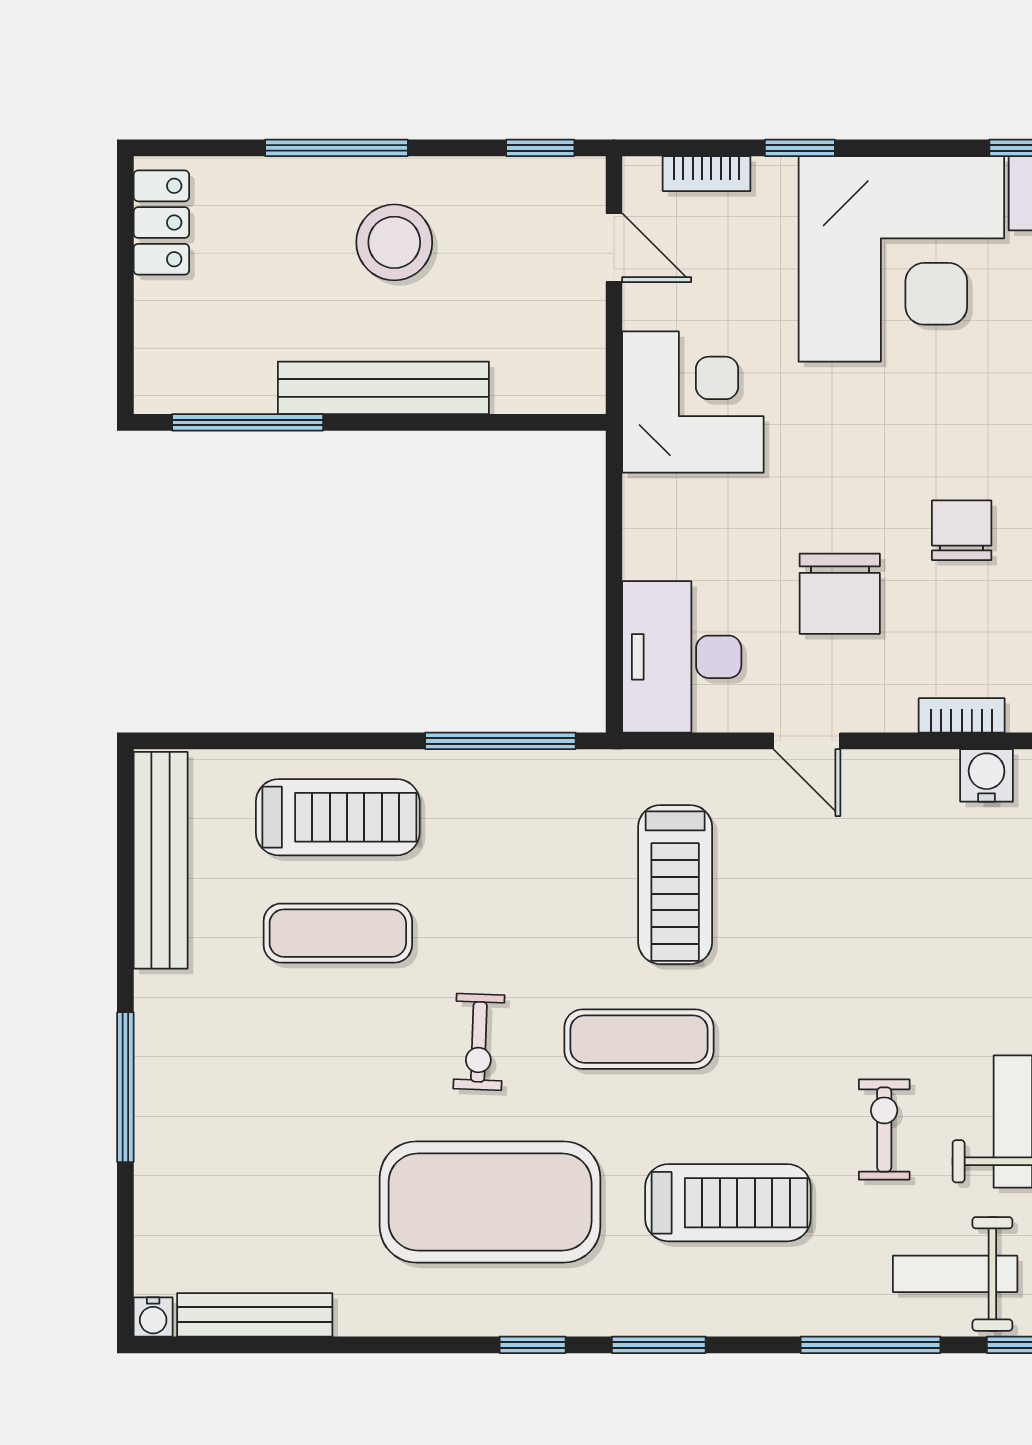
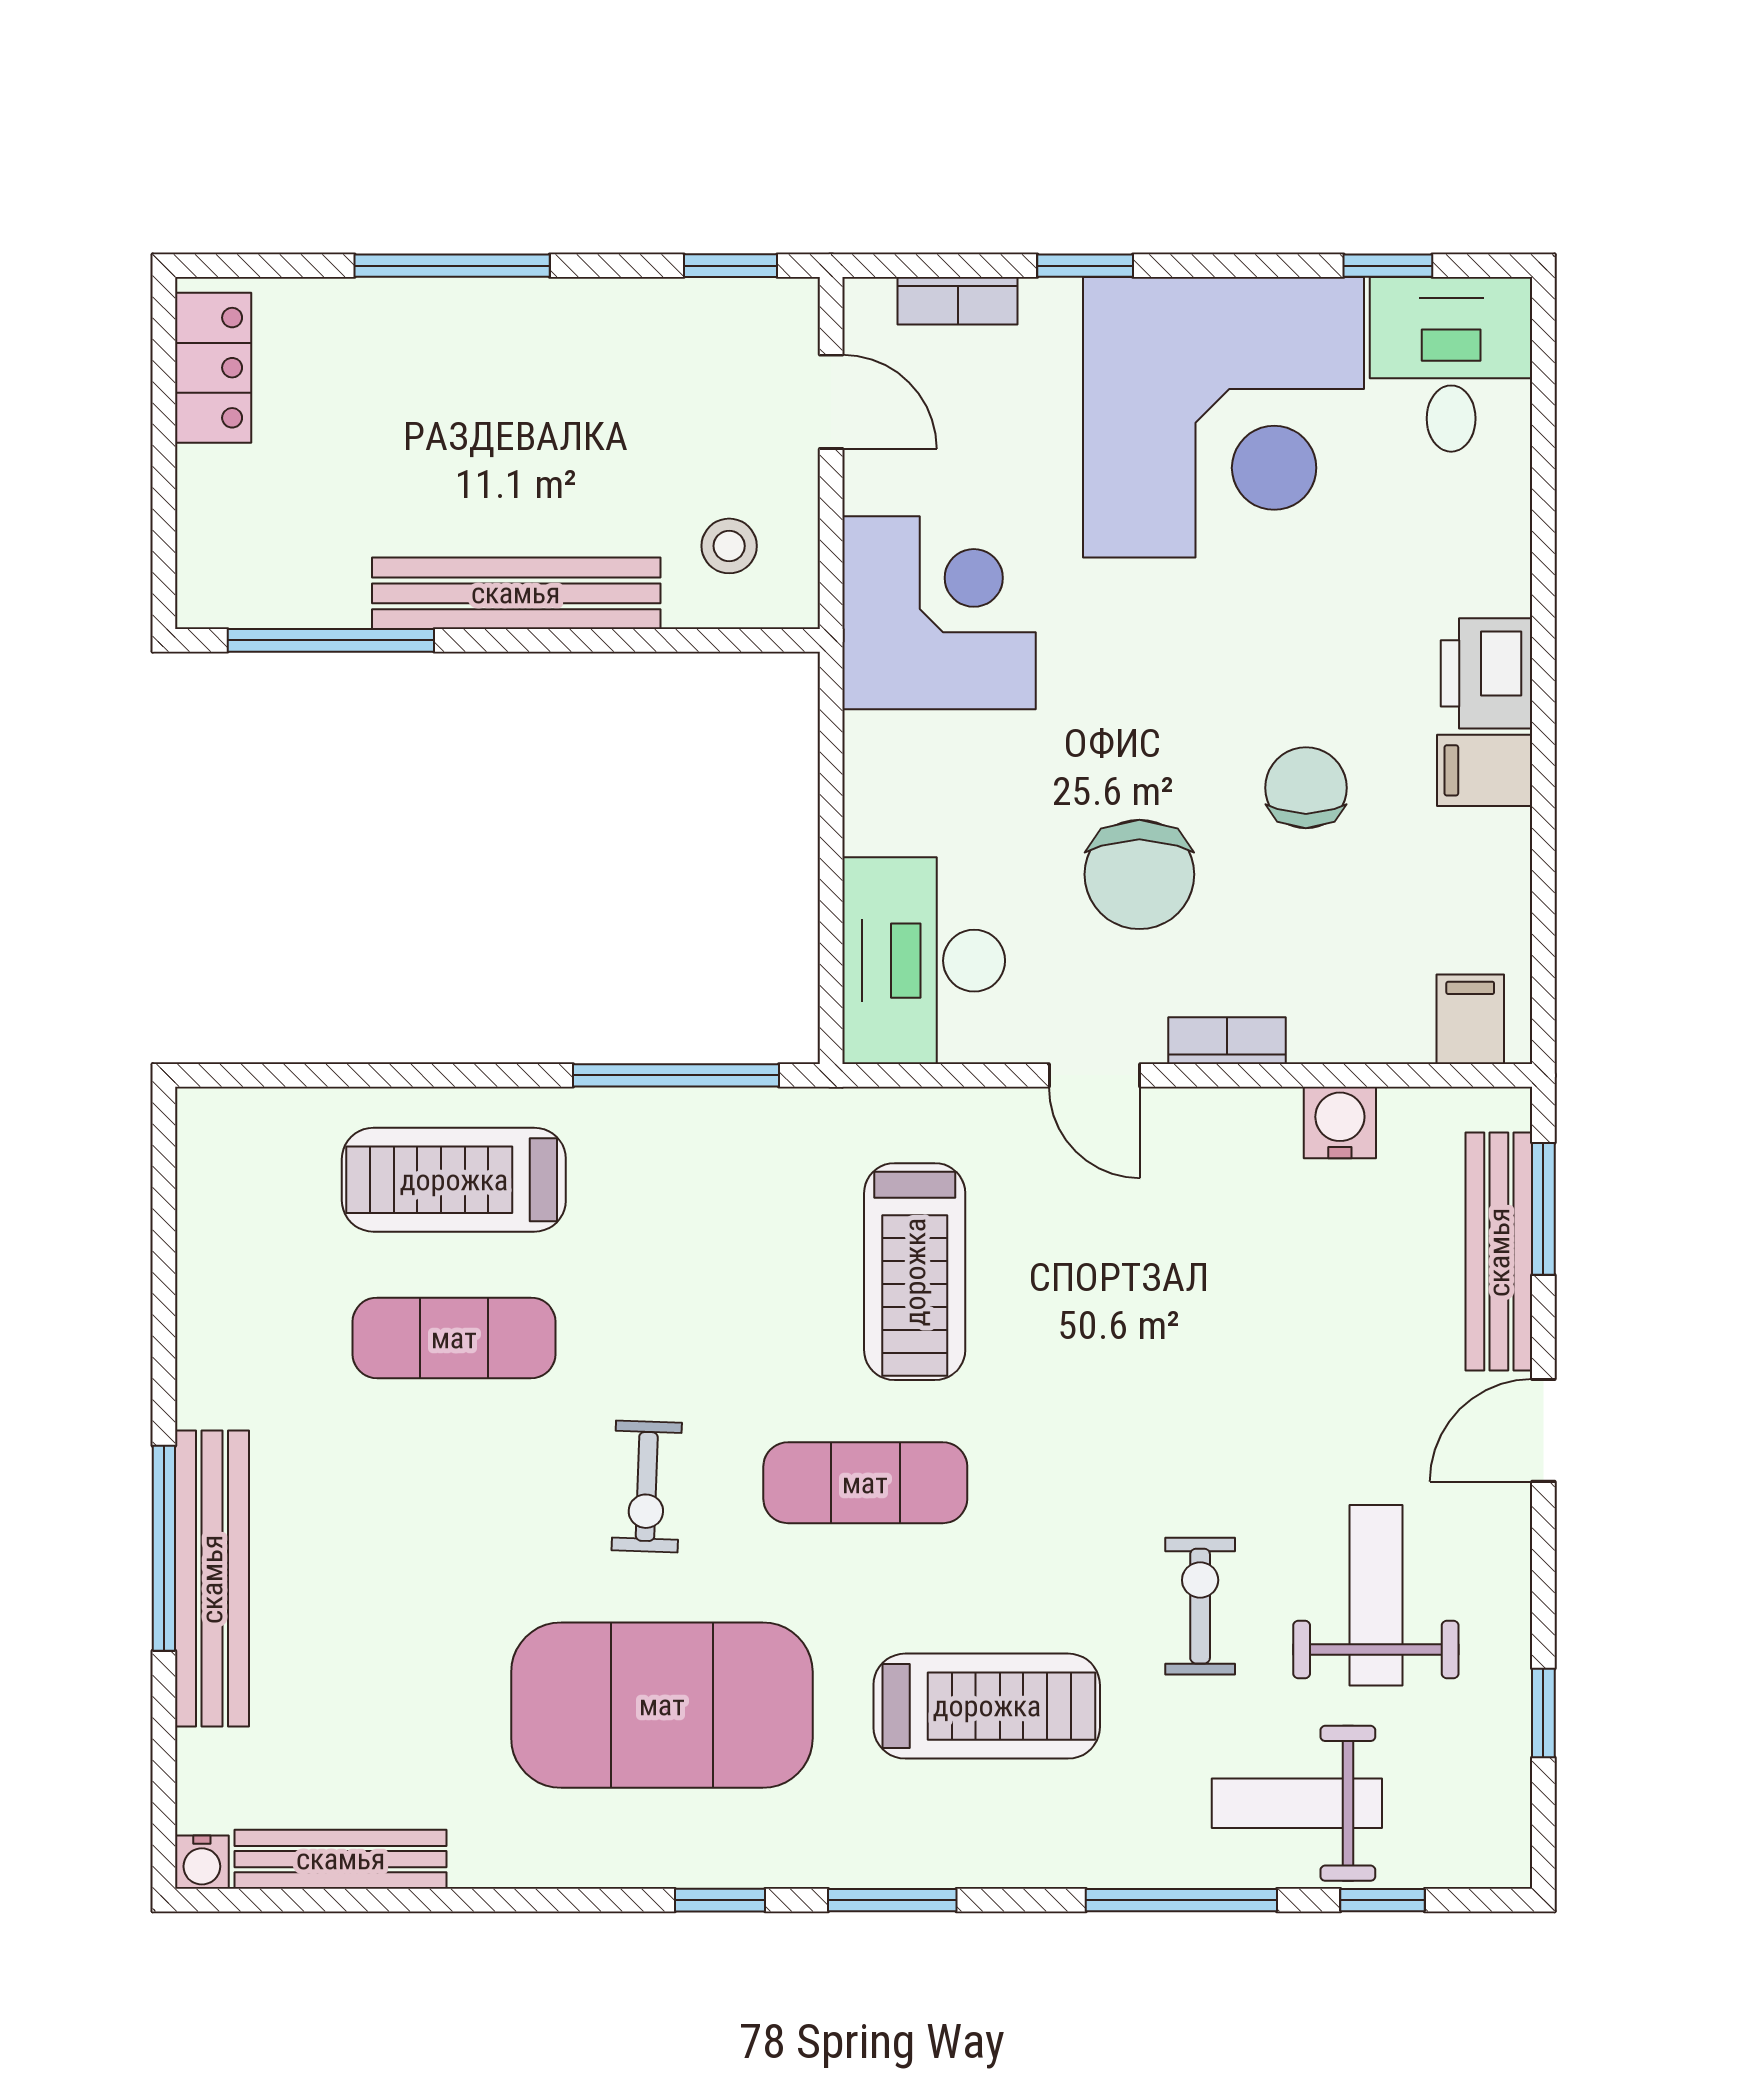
stool: (394, 242) -> (729, 546), moved, width x0.53, depth x0.53
bookcase: (962, 715) -> (1227, 1041), moved
treadmill: (338, 817) -> (454, 1180), turned 180
bench: (161, 860) -> (212, 1579), moved

